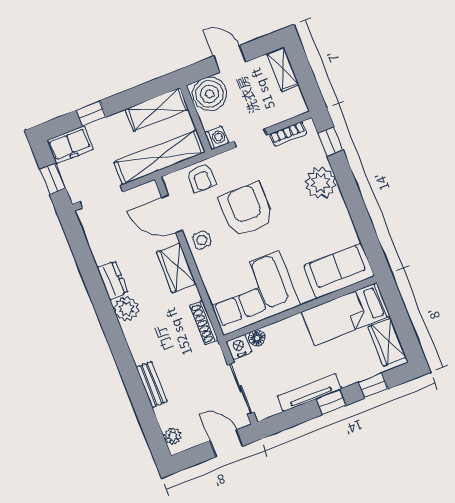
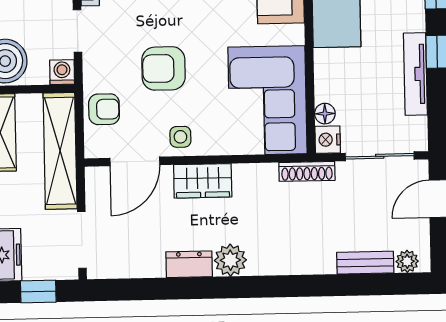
armchair: (246, 210) -> (164, 68), width x0.73, depth x0.73
shoe rack: (204, 323) -> (307, 171), moved
bench: (152, 384) -> (365, 263), moved

